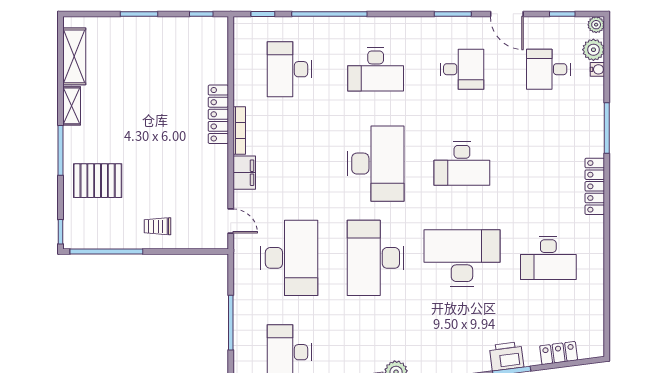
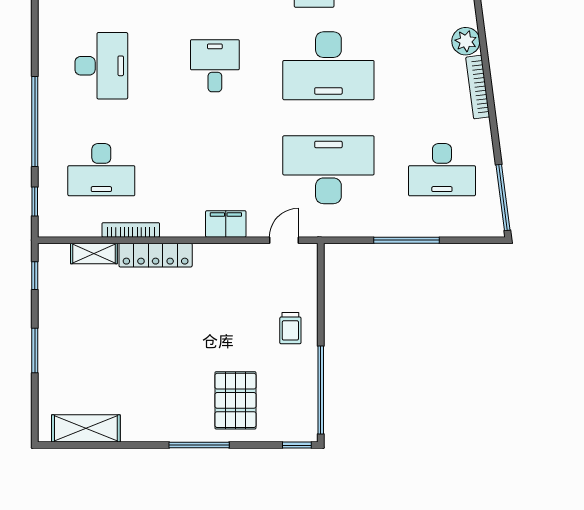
shelving: (72, 106) -> (94, 253), moved
bookcase: (239, 131) -> (131, 230), moved
desk: (376, 164) -> (215, 66), width x0.53, depth x0.77

